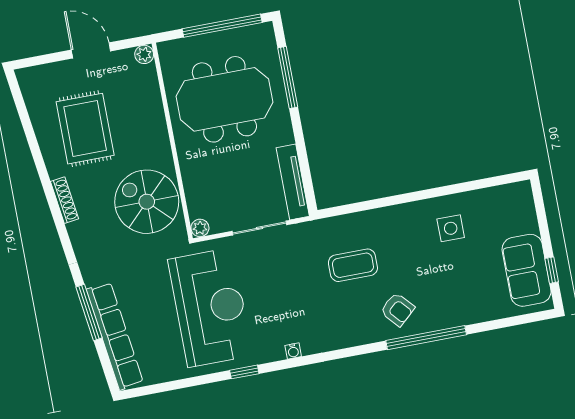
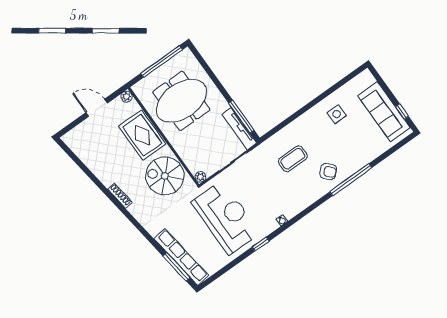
window: (288, 77) -> (241, 117), moved
rug: (85, 129) -> (142, 135), moved
sofa: (527, 270) -> (384, 112), width x1.36
window: (89, 312) -> (176, 267), moved

